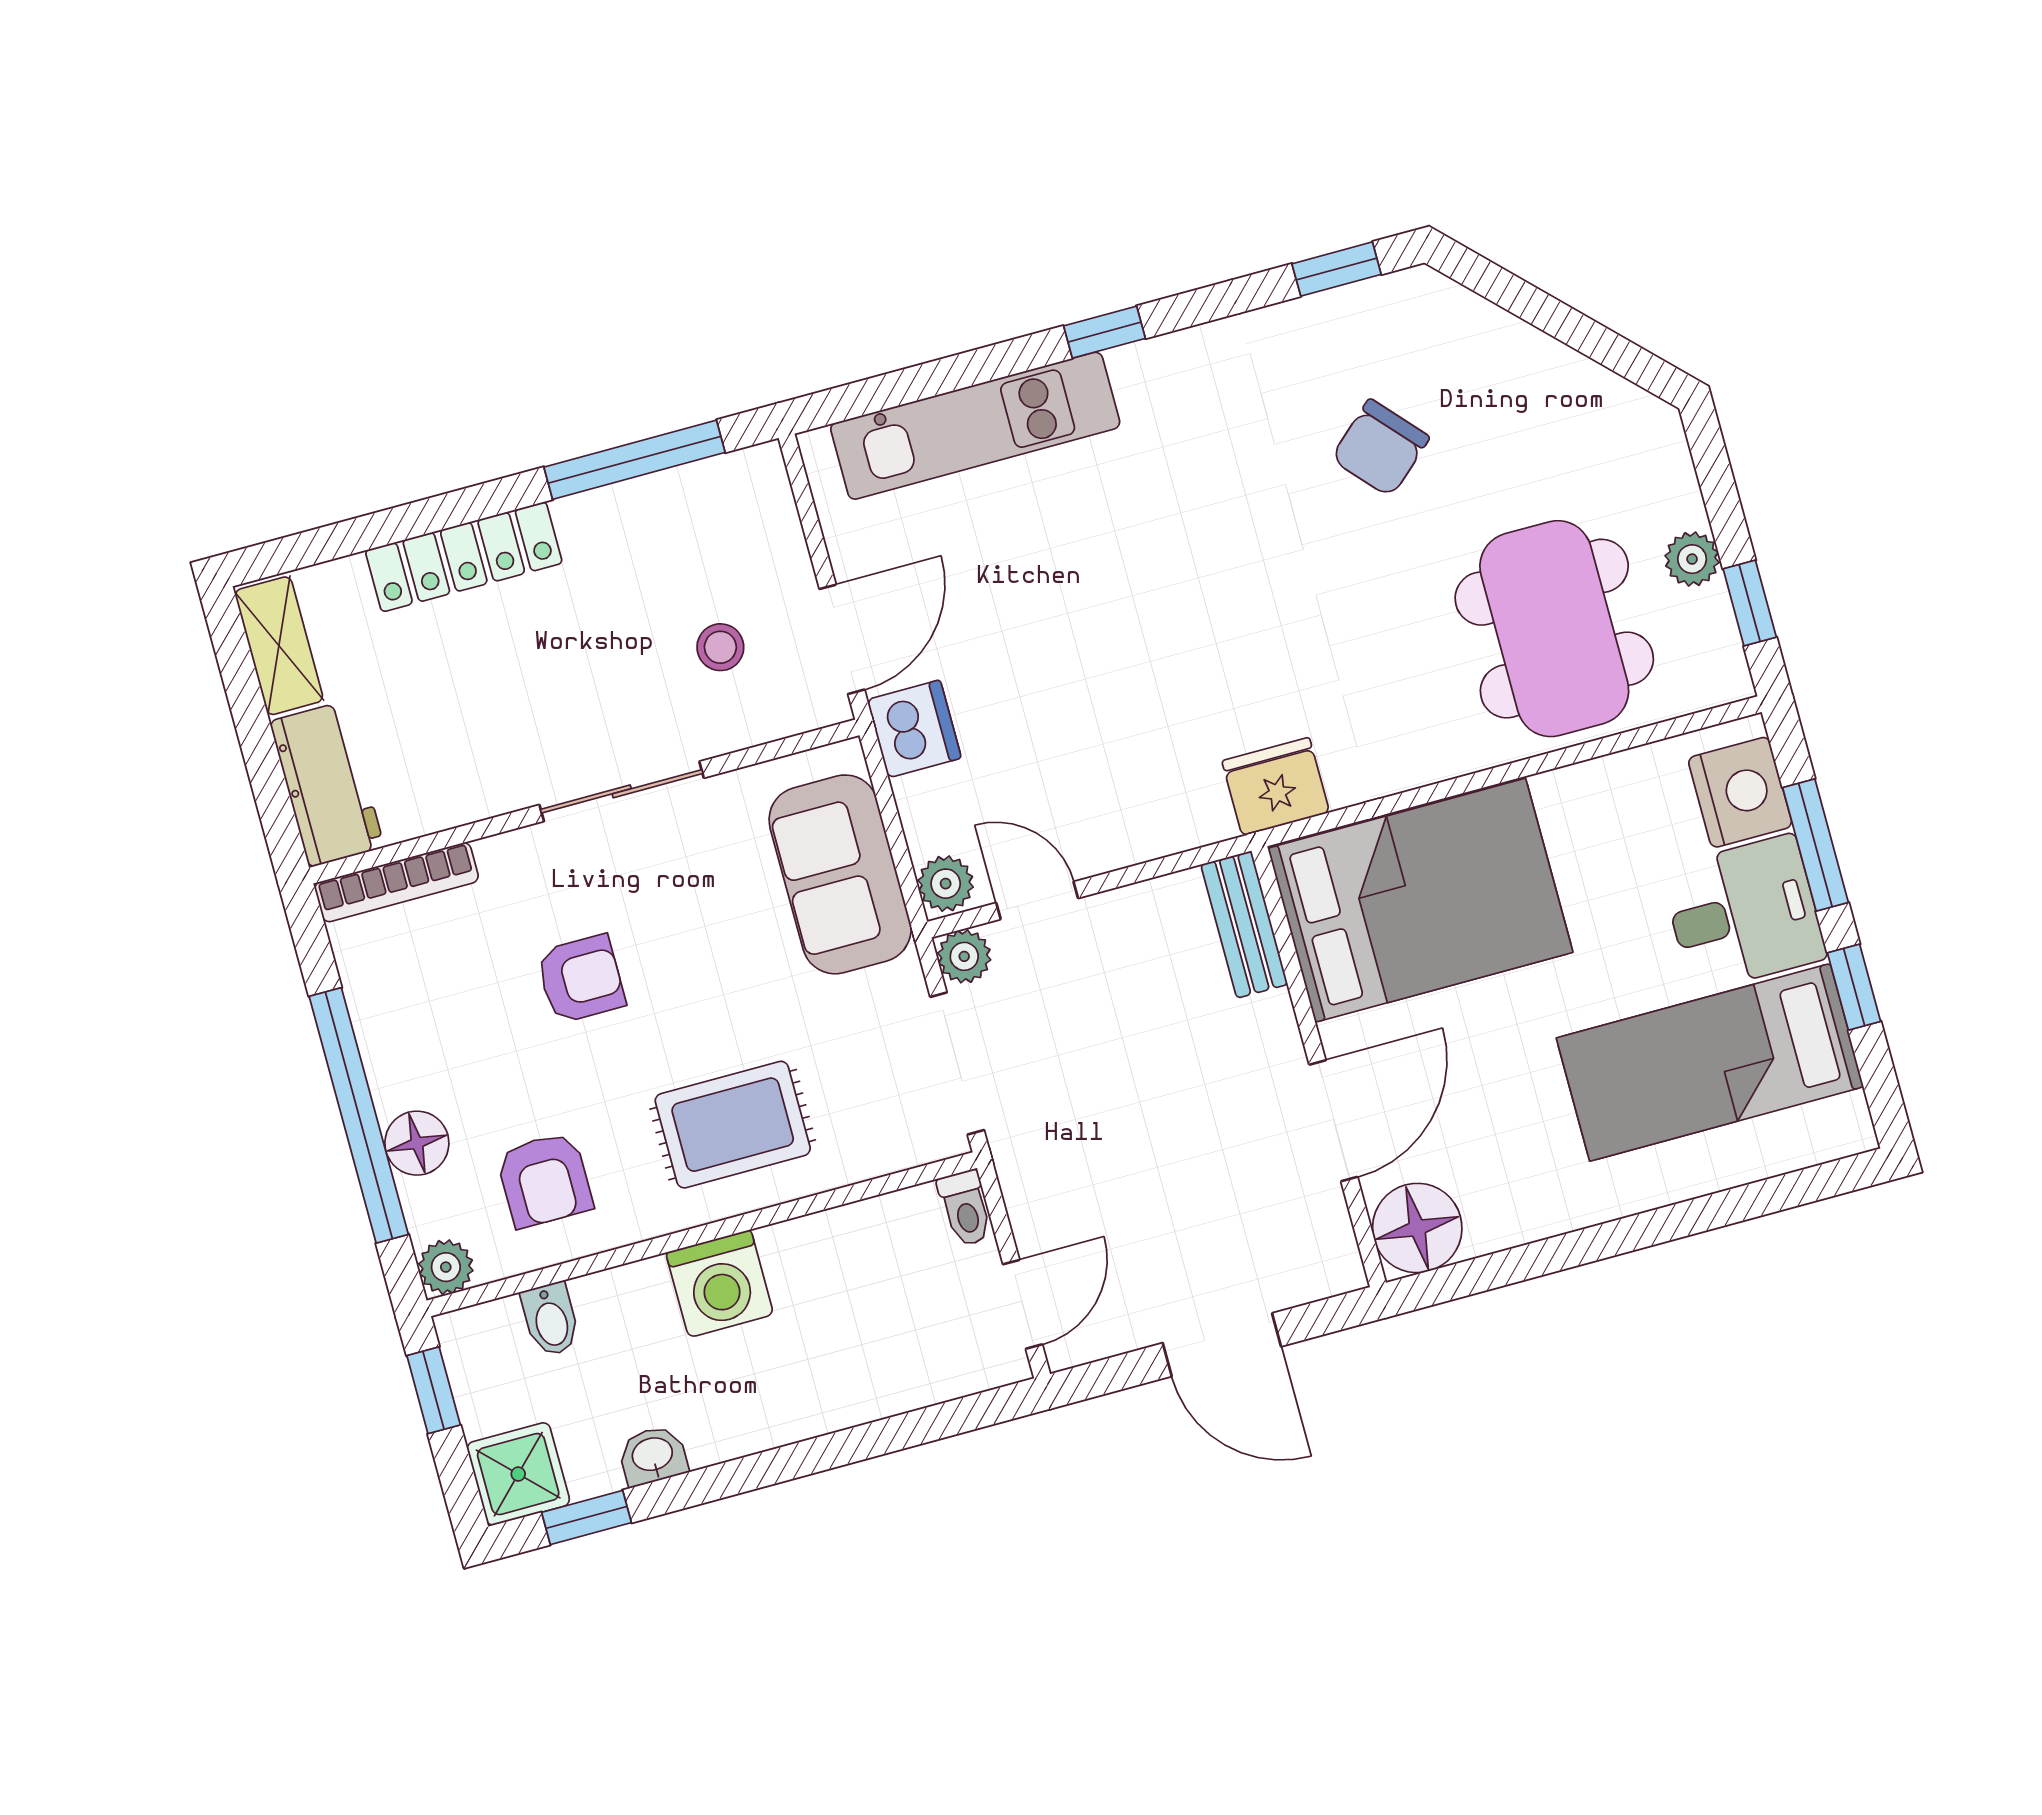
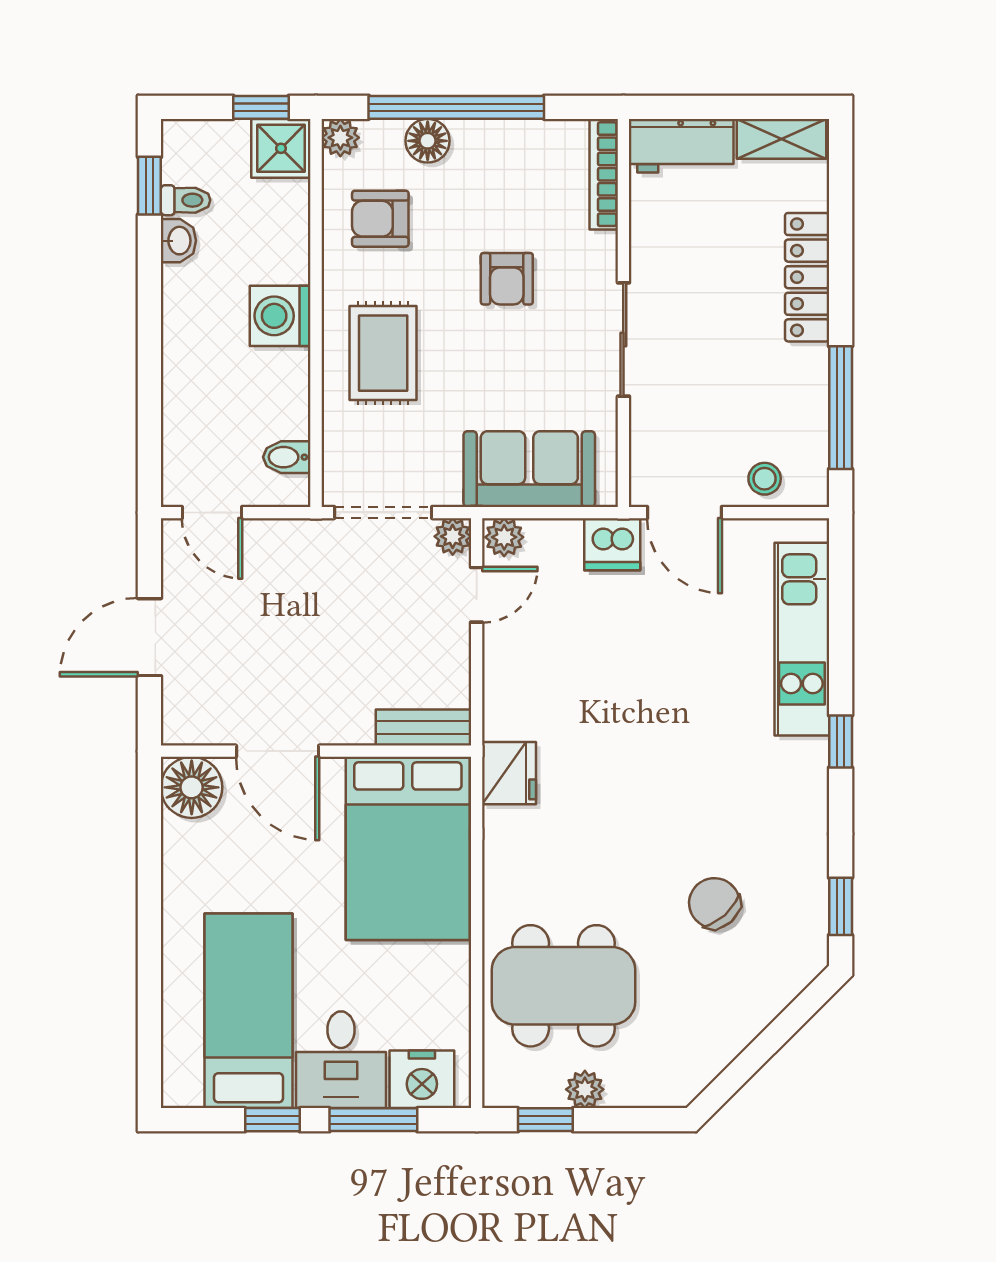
stool: (720, 647) -> (765, 479), moved
toilet: (965, 1208) -> (185, 200), moved, turned 180
bidet: (551, 1319) -> (287, 457), moved
shower: (518, 1474) -> (281, 148), moved

